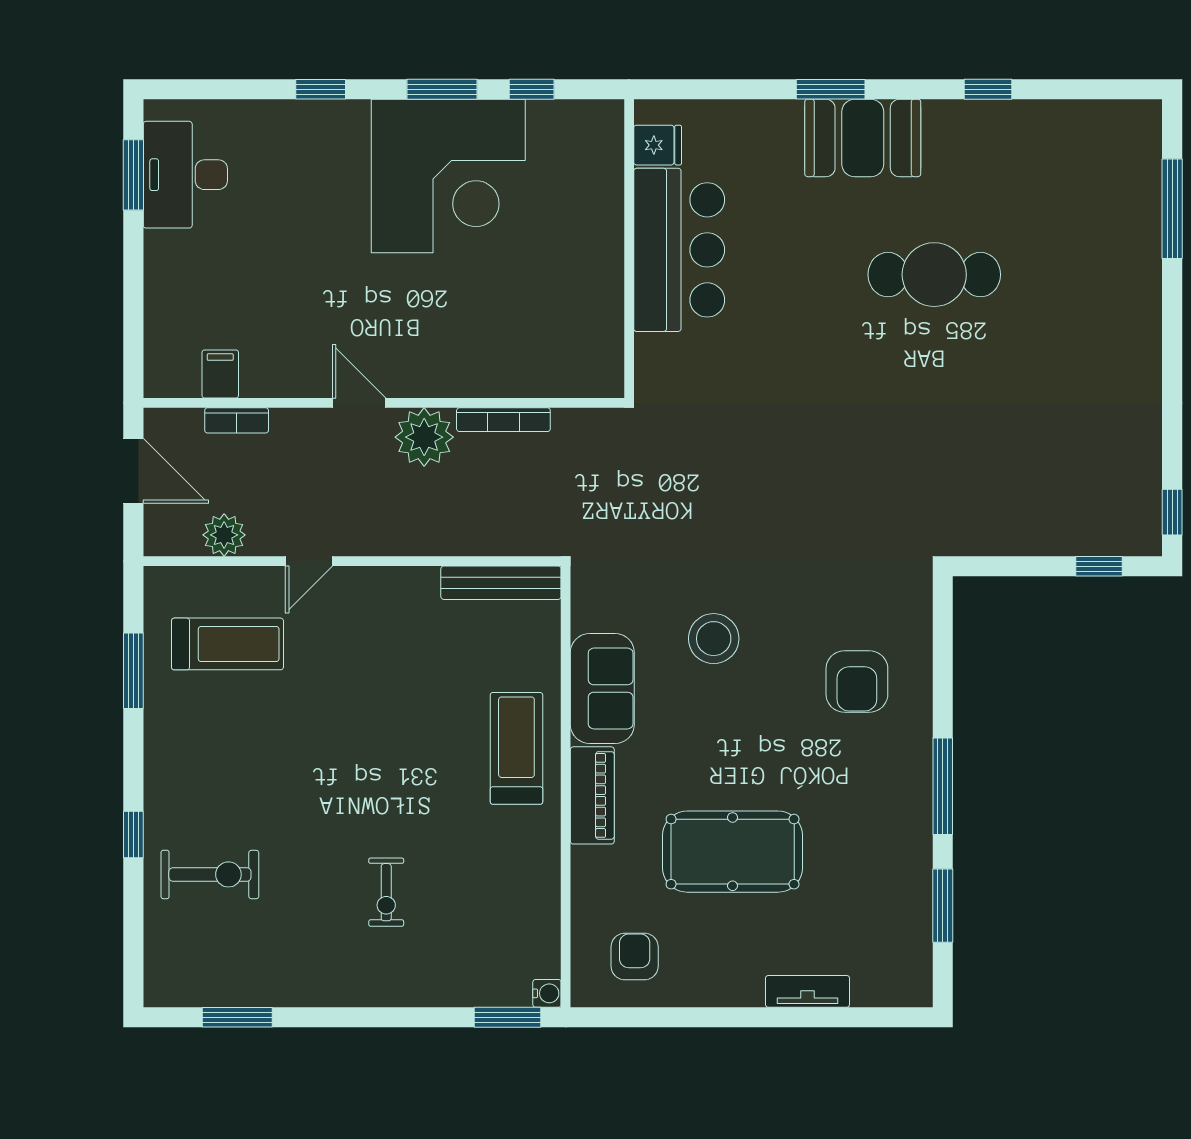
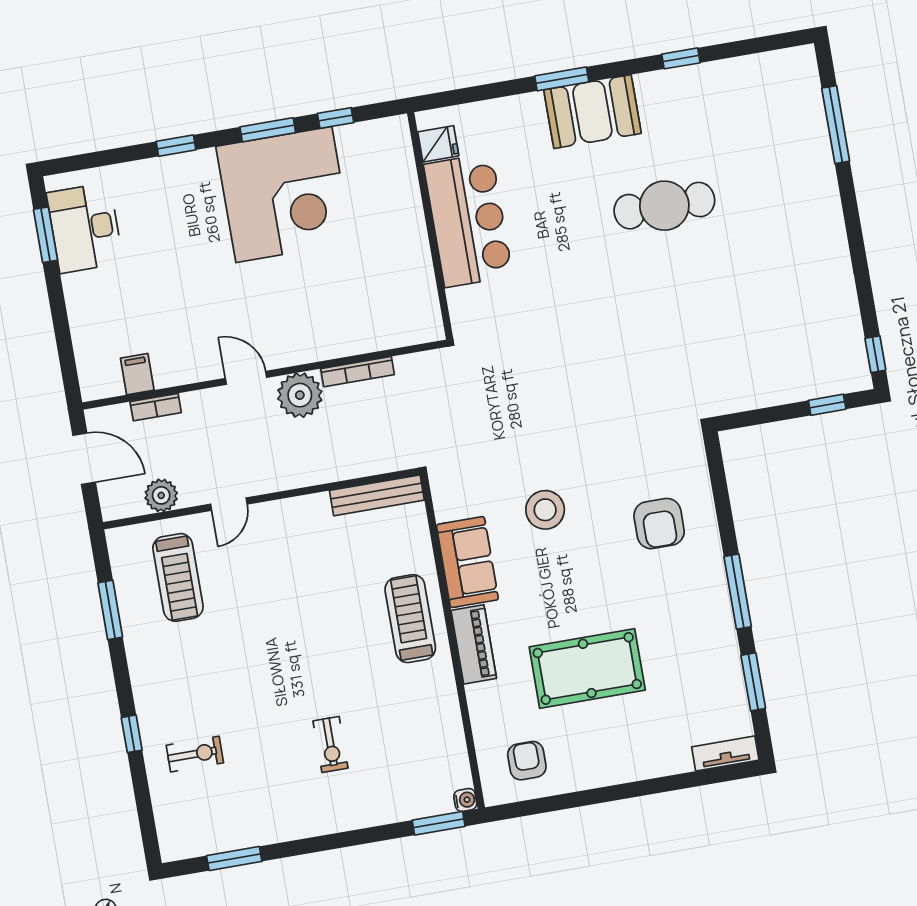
treadmill: (227, 644) -> (178, 577), turned 90
exercise bike: (210, 874) -> (195, 754), width x0.73, depth x0.72
tv unit: (808, 991) -> (725, 754), moved

